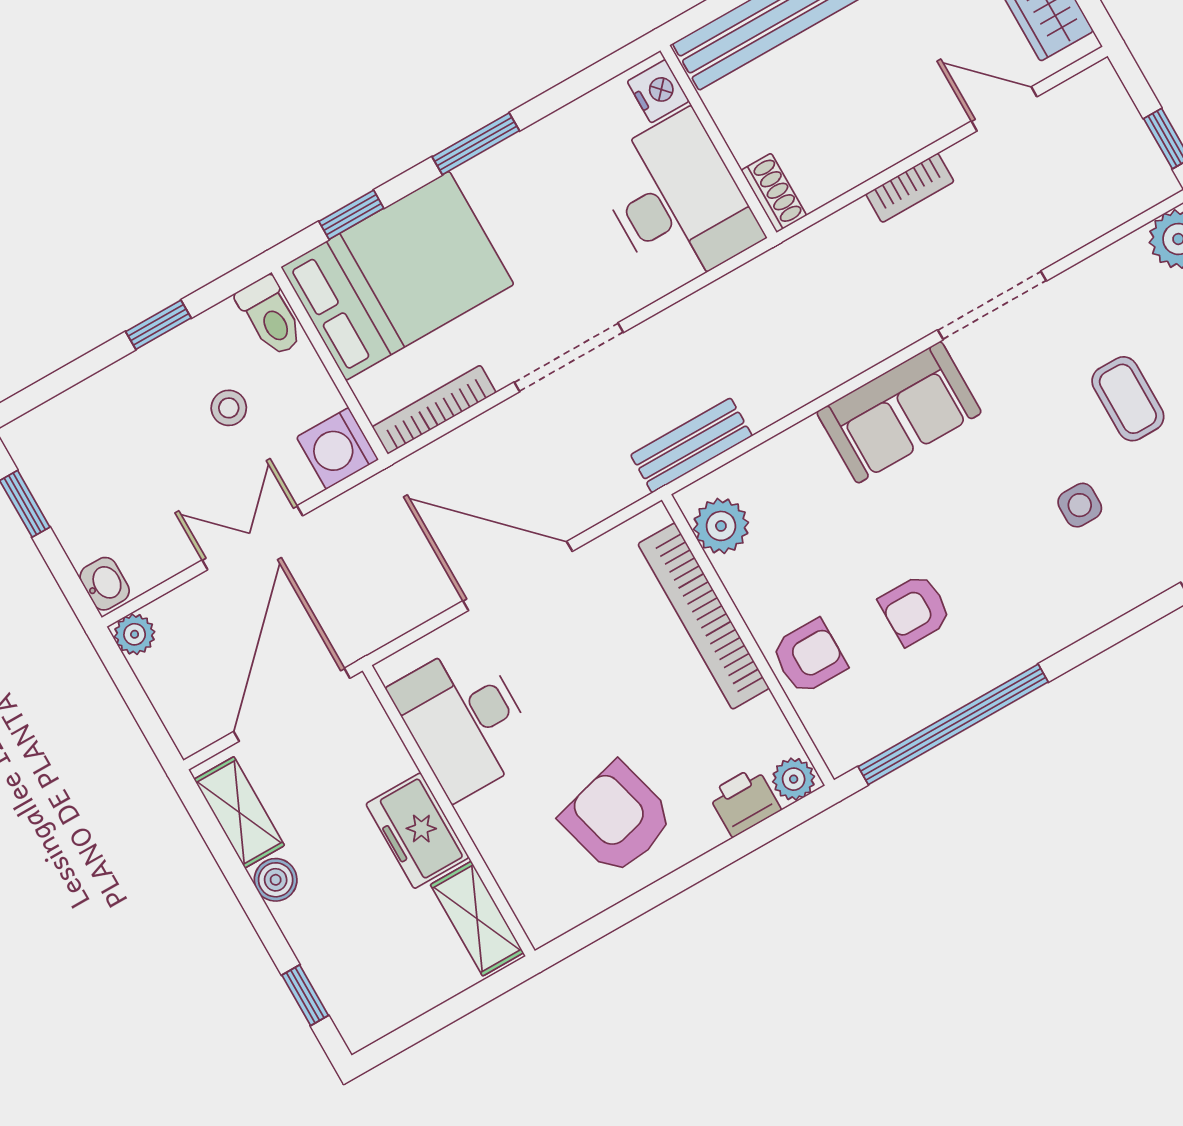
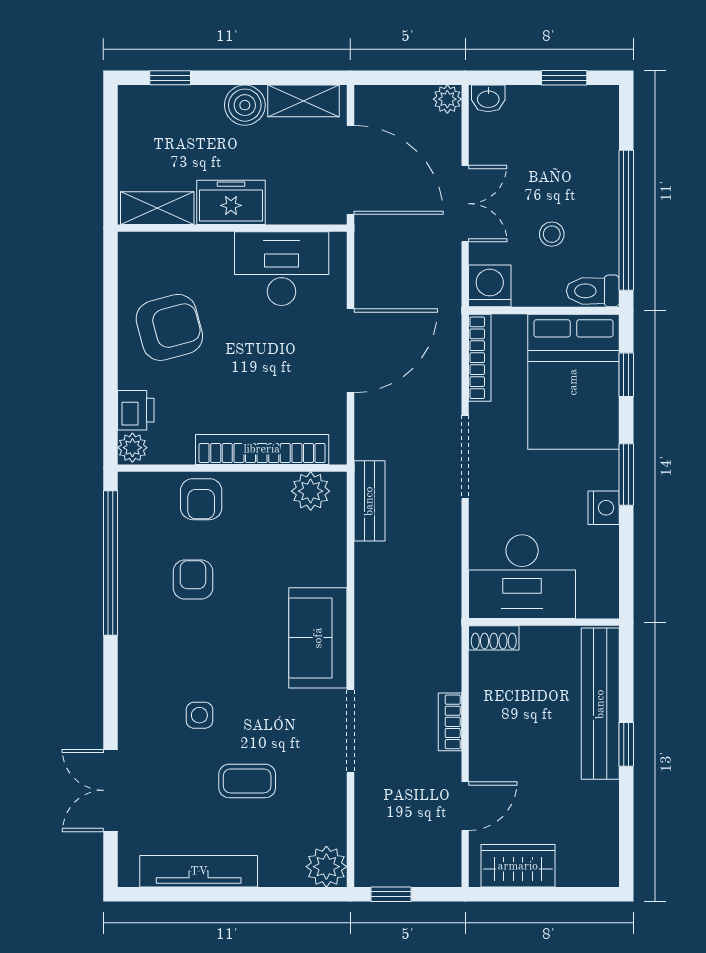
nightstand: (658, 91) -> (604, 508), moved, turned -90
window: (158, 325) -> (626, 220), width x3.17
boiler: (276, 880) -> (245, 105), width x1.36, depth x1.36

